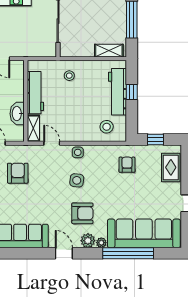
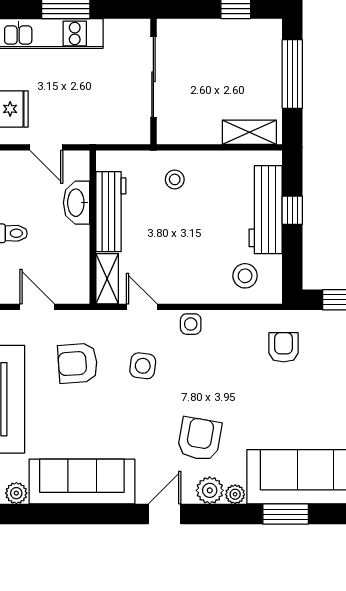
washbasin: (17, 114) -> (77, 203), moved
armchair: (18, 173) -> (78, 363), turned -94
side table: (77, 180) -> (143, 366), moved
armchair: (82, 213) -> (199, 439), turned -80
door: (64, 253) -> (165, 514), hinge flipped
window: (128, 253) -> (286, 514), width x0.47

